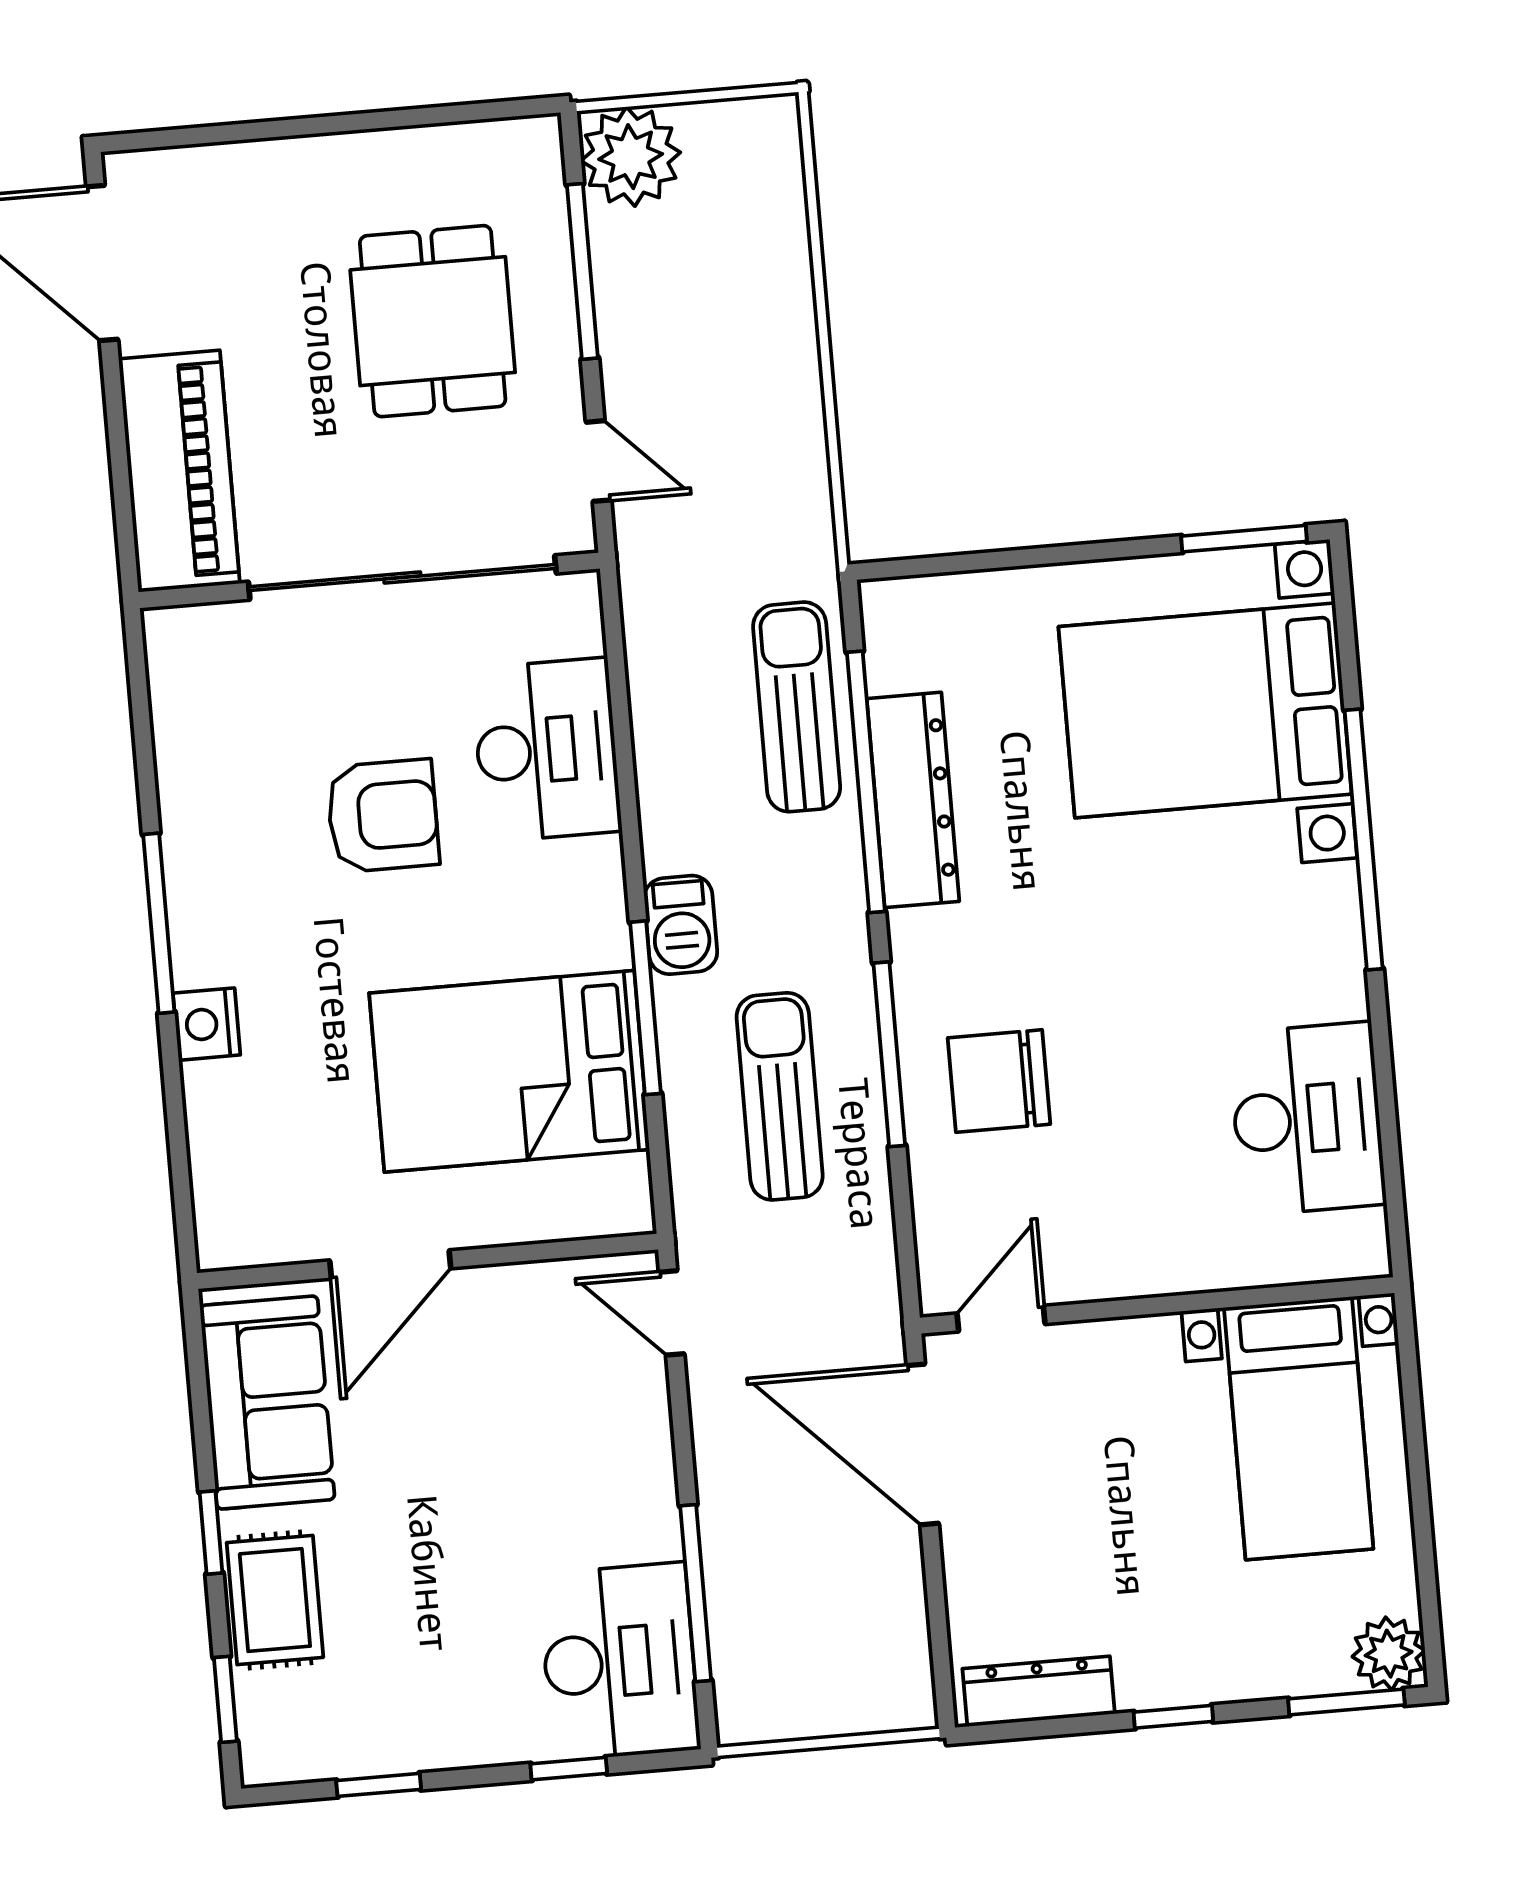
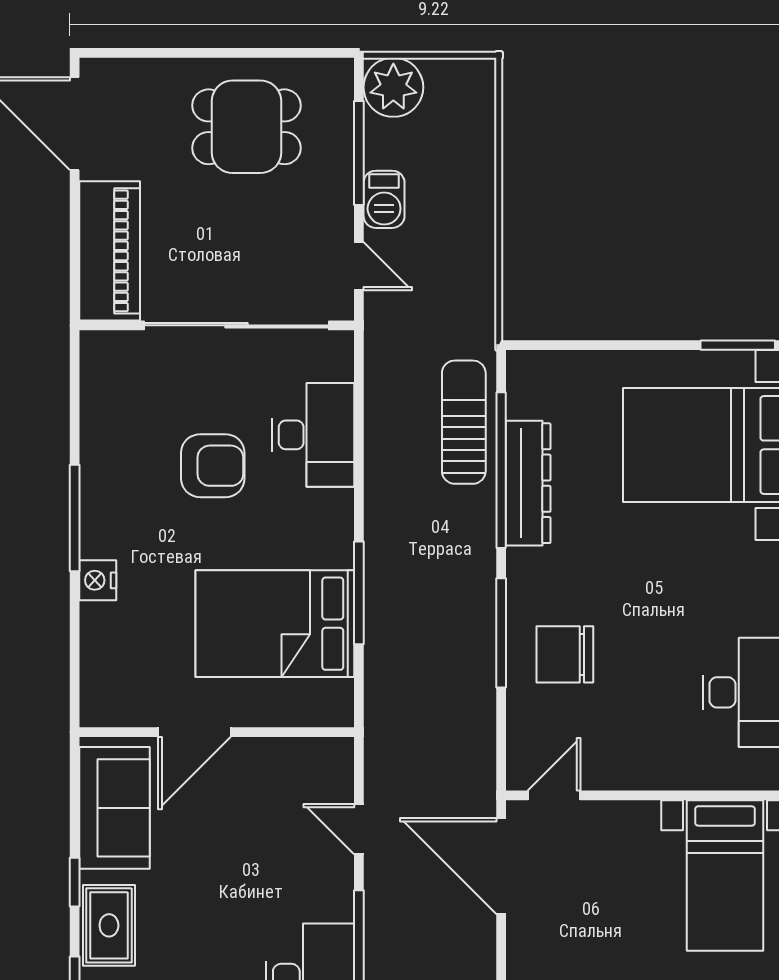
dining table: (433, 321) -> (246, 127), moved, turned 90
barbecue: (681, 925) -> (384, 199), moved
sun lounger: (780, 1096) -> (434, 652), removed
door: (672, 1313) -> (359, 829), moved

